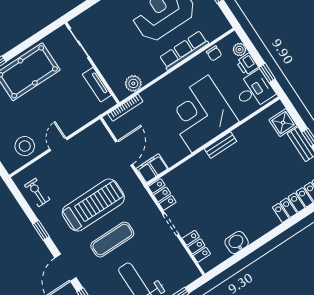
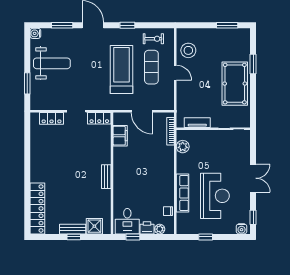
corner desk: (200, 114) -> (135, 177), removed
filing cabinet: (152, 168) -> (120, 136), moved
treadmill: (93, 205) -> (121, 70), turned 180
exercise mat: (112, 240) -> (151, 67), moved
washbasin: (237, 242) -> (37, 146), removed

